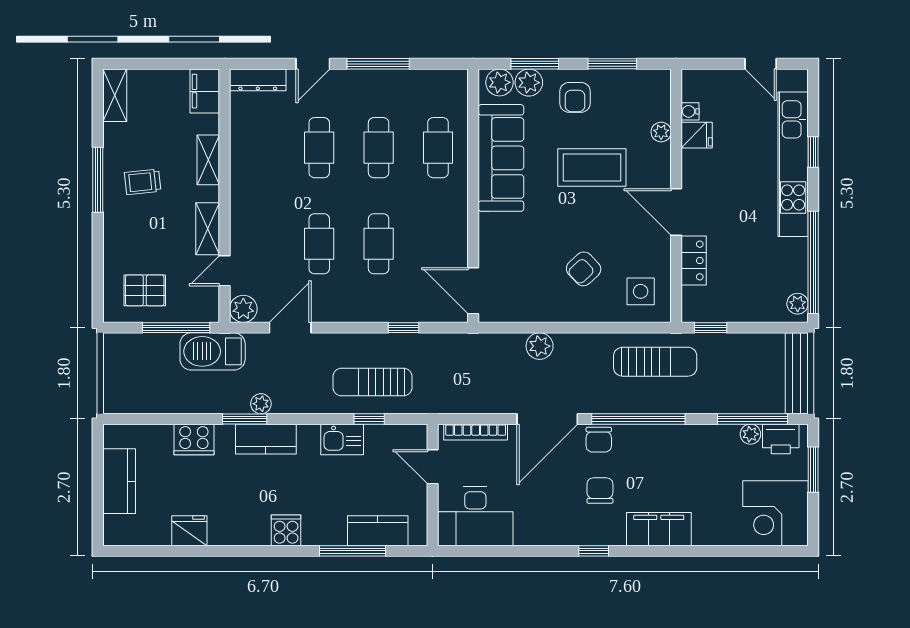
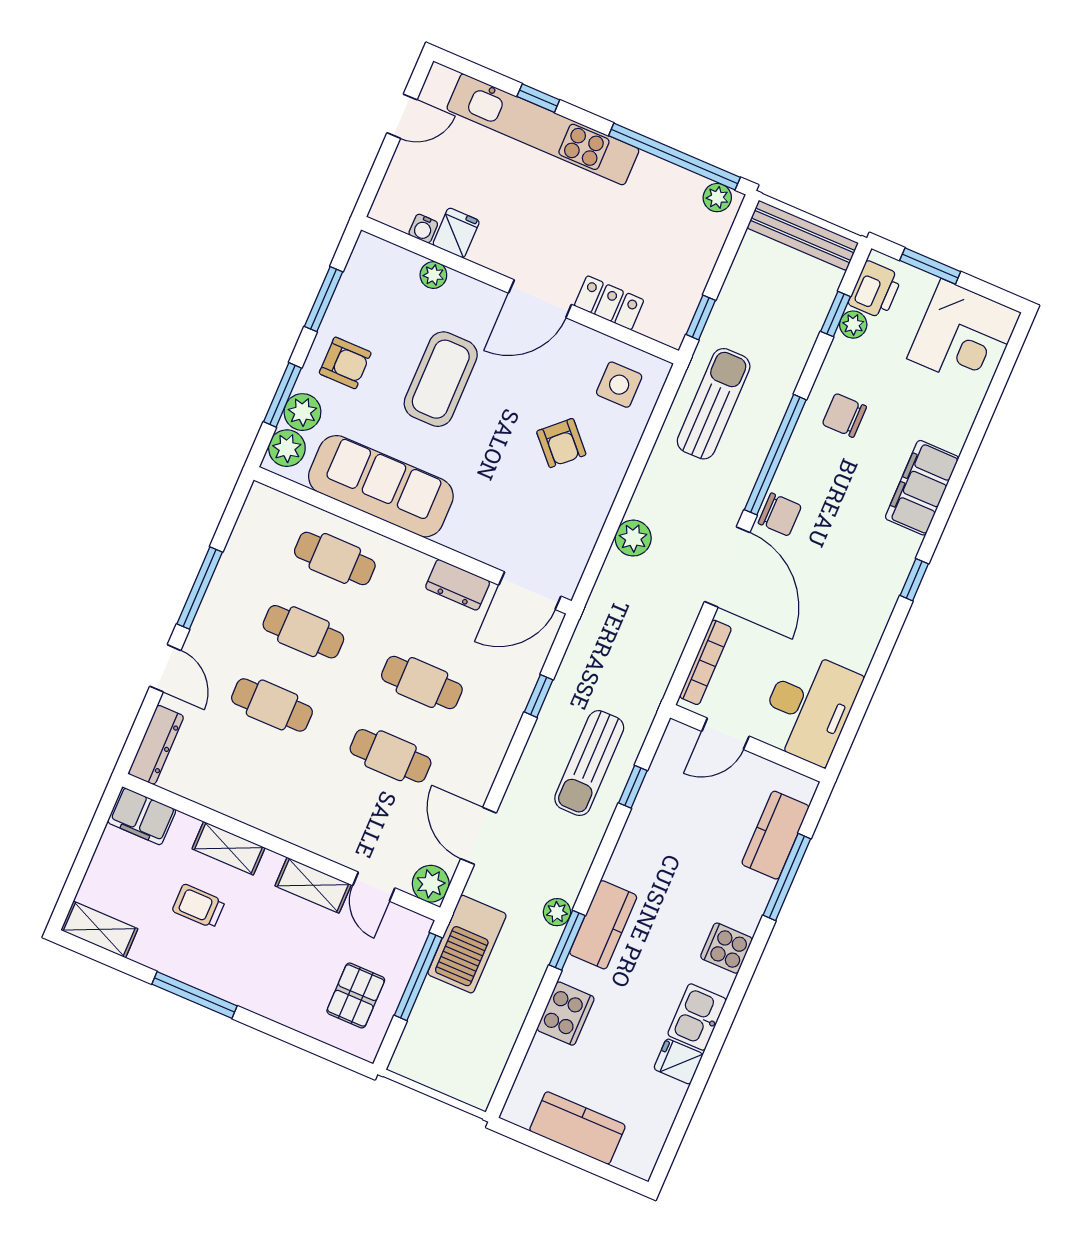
trolley: (143, 182) -> (198, 906), moved, turned 96
dresser: (456, 240) -> (458, 585), added
window: (753, 419) -> (836, 314), width x0.46
kitchen sink: (342, 439) -> (697, 1017), moved, turned 180
chair: (600, 491) -> (844, 415), moved
fridge: (189, 531) -> (678, 1061), width x0.72

